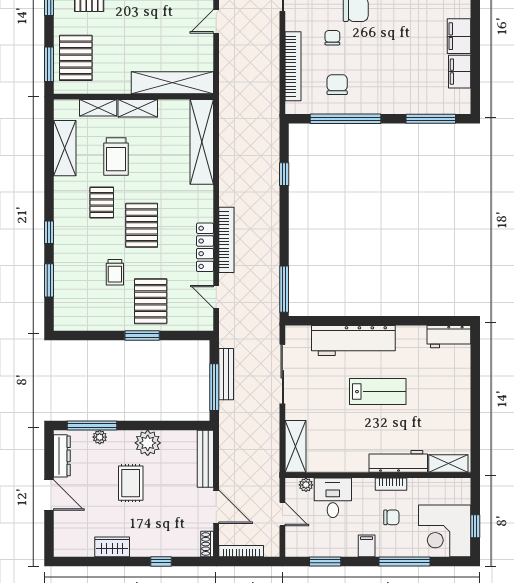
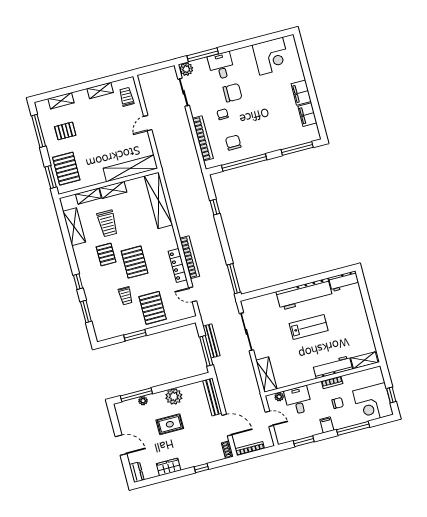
window: (142, 335) -> (135, 335), moved
workbench: (353, 341) -> (304, 294), moved
dresser: (62, 456) -> (137, 472), moved, width x0.70
rug: (131, 483) -> (170, 424), turned 90

